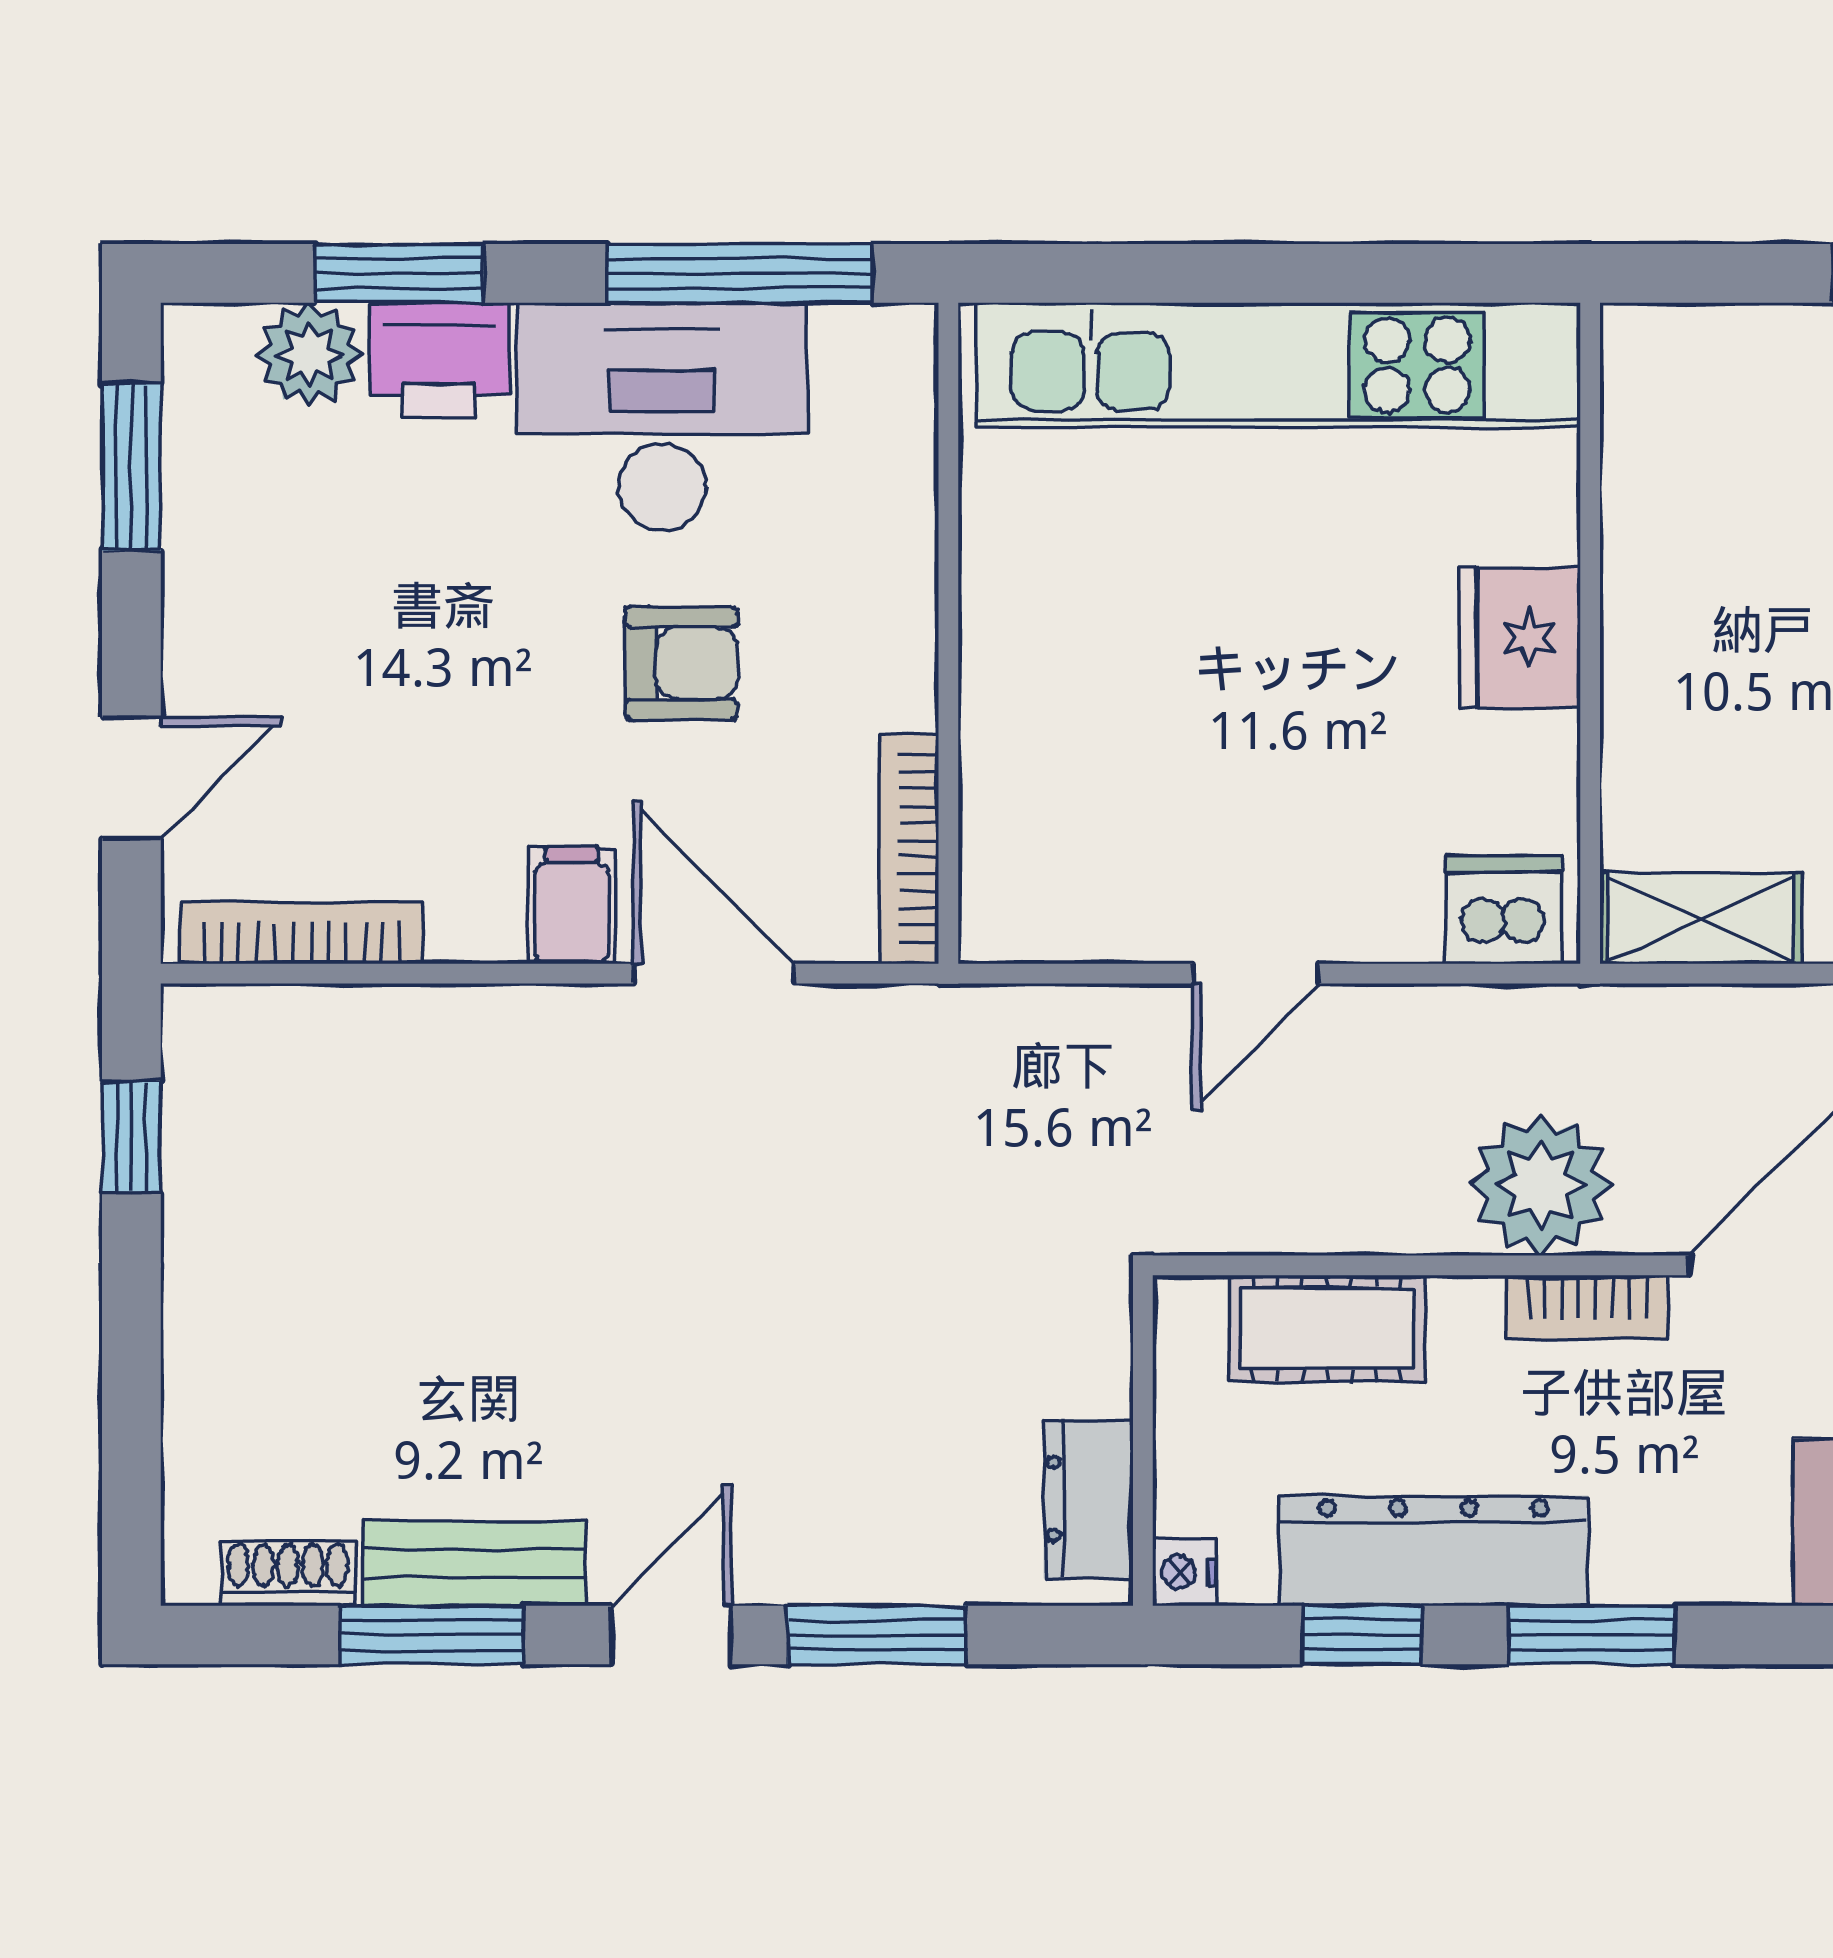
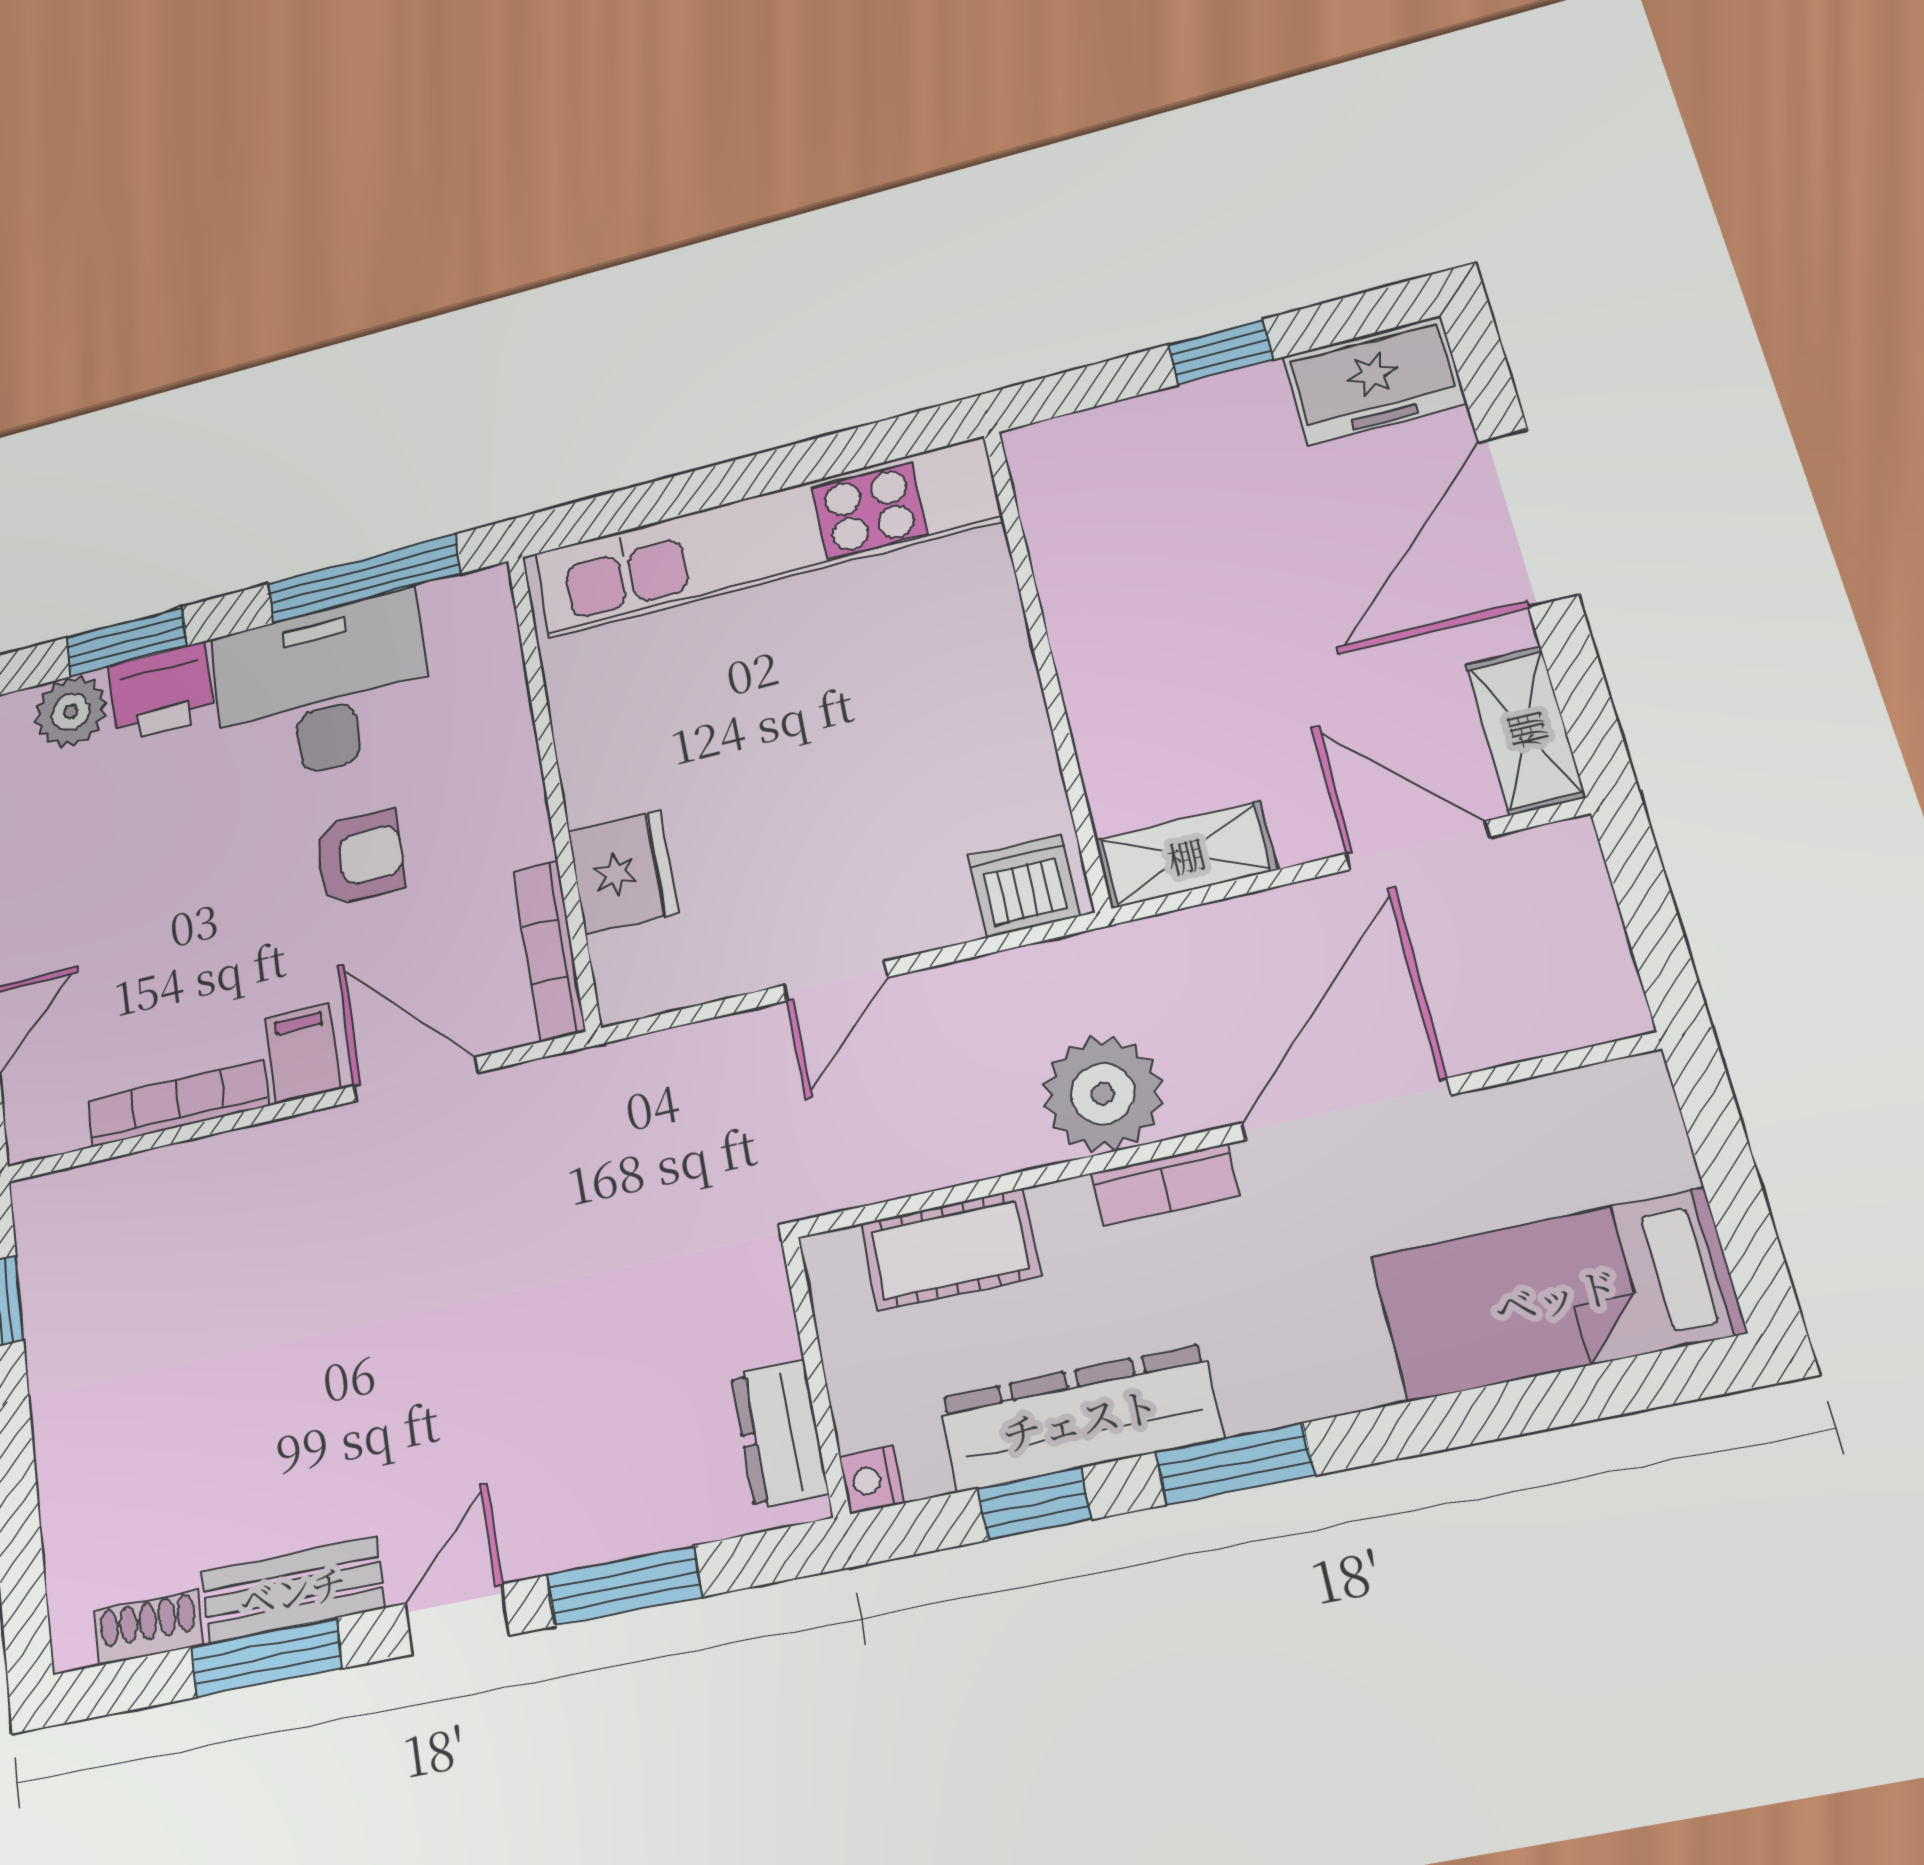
fridge: (1520, 638) -> (623, 872), moved, turned 180
bookcase: (302, 933) -> (178, 1103), moved

